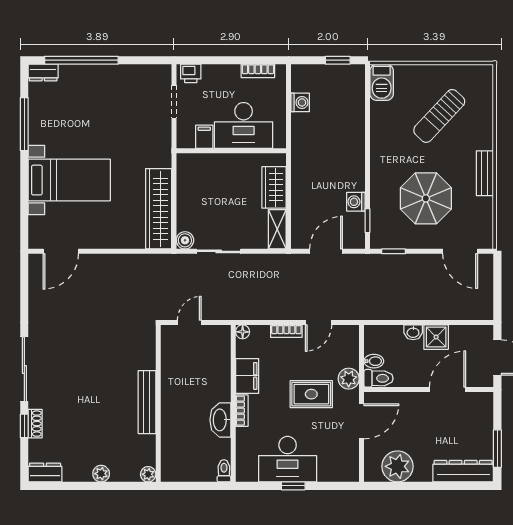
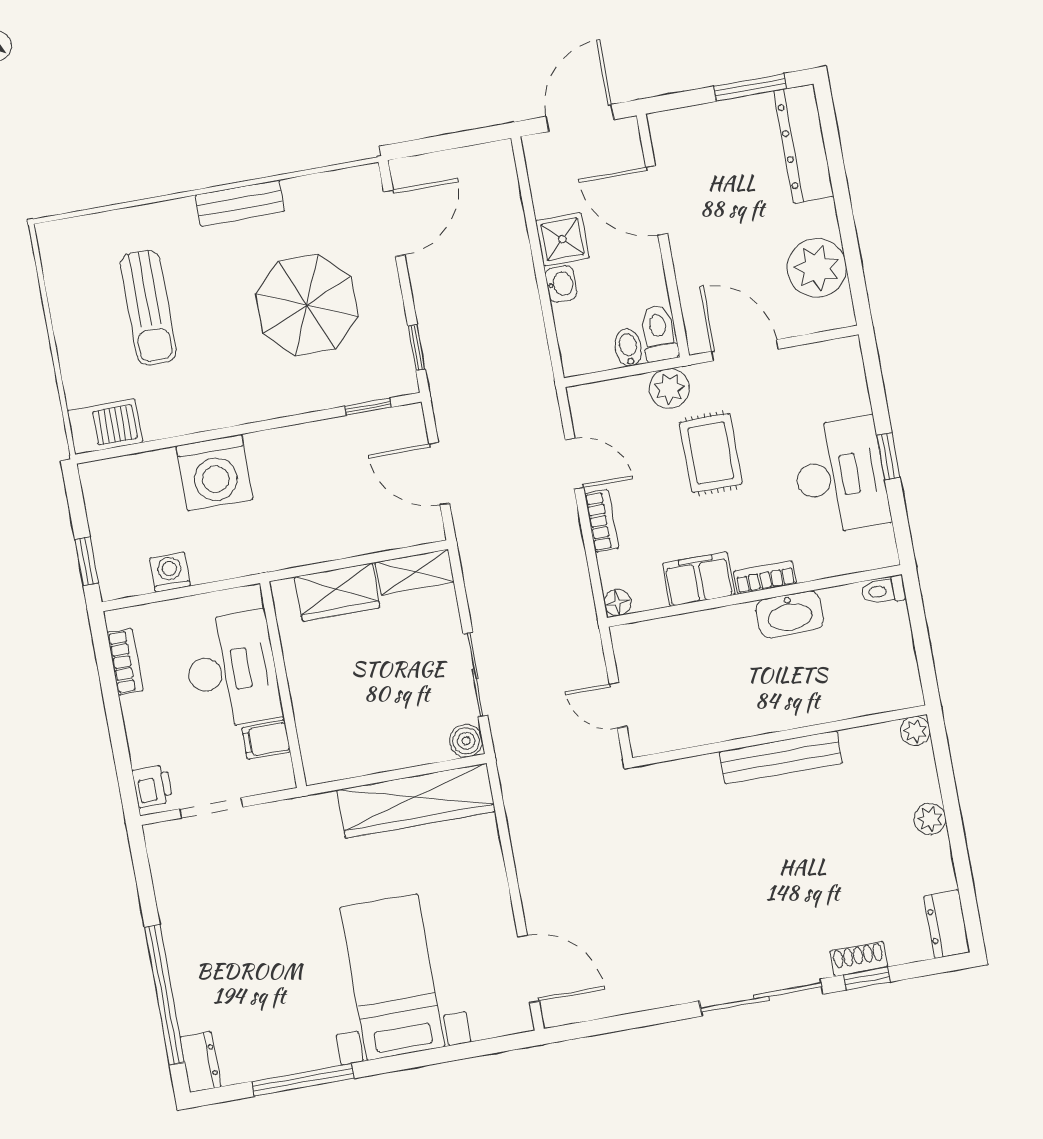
window: (338, 60) -> (87, 561), moved
sun lounger: (439, 116) -> (148, 308), turned 47
washing machine: (356, 202) -> (215, 473), moved, width x1.89, depth x1.89

